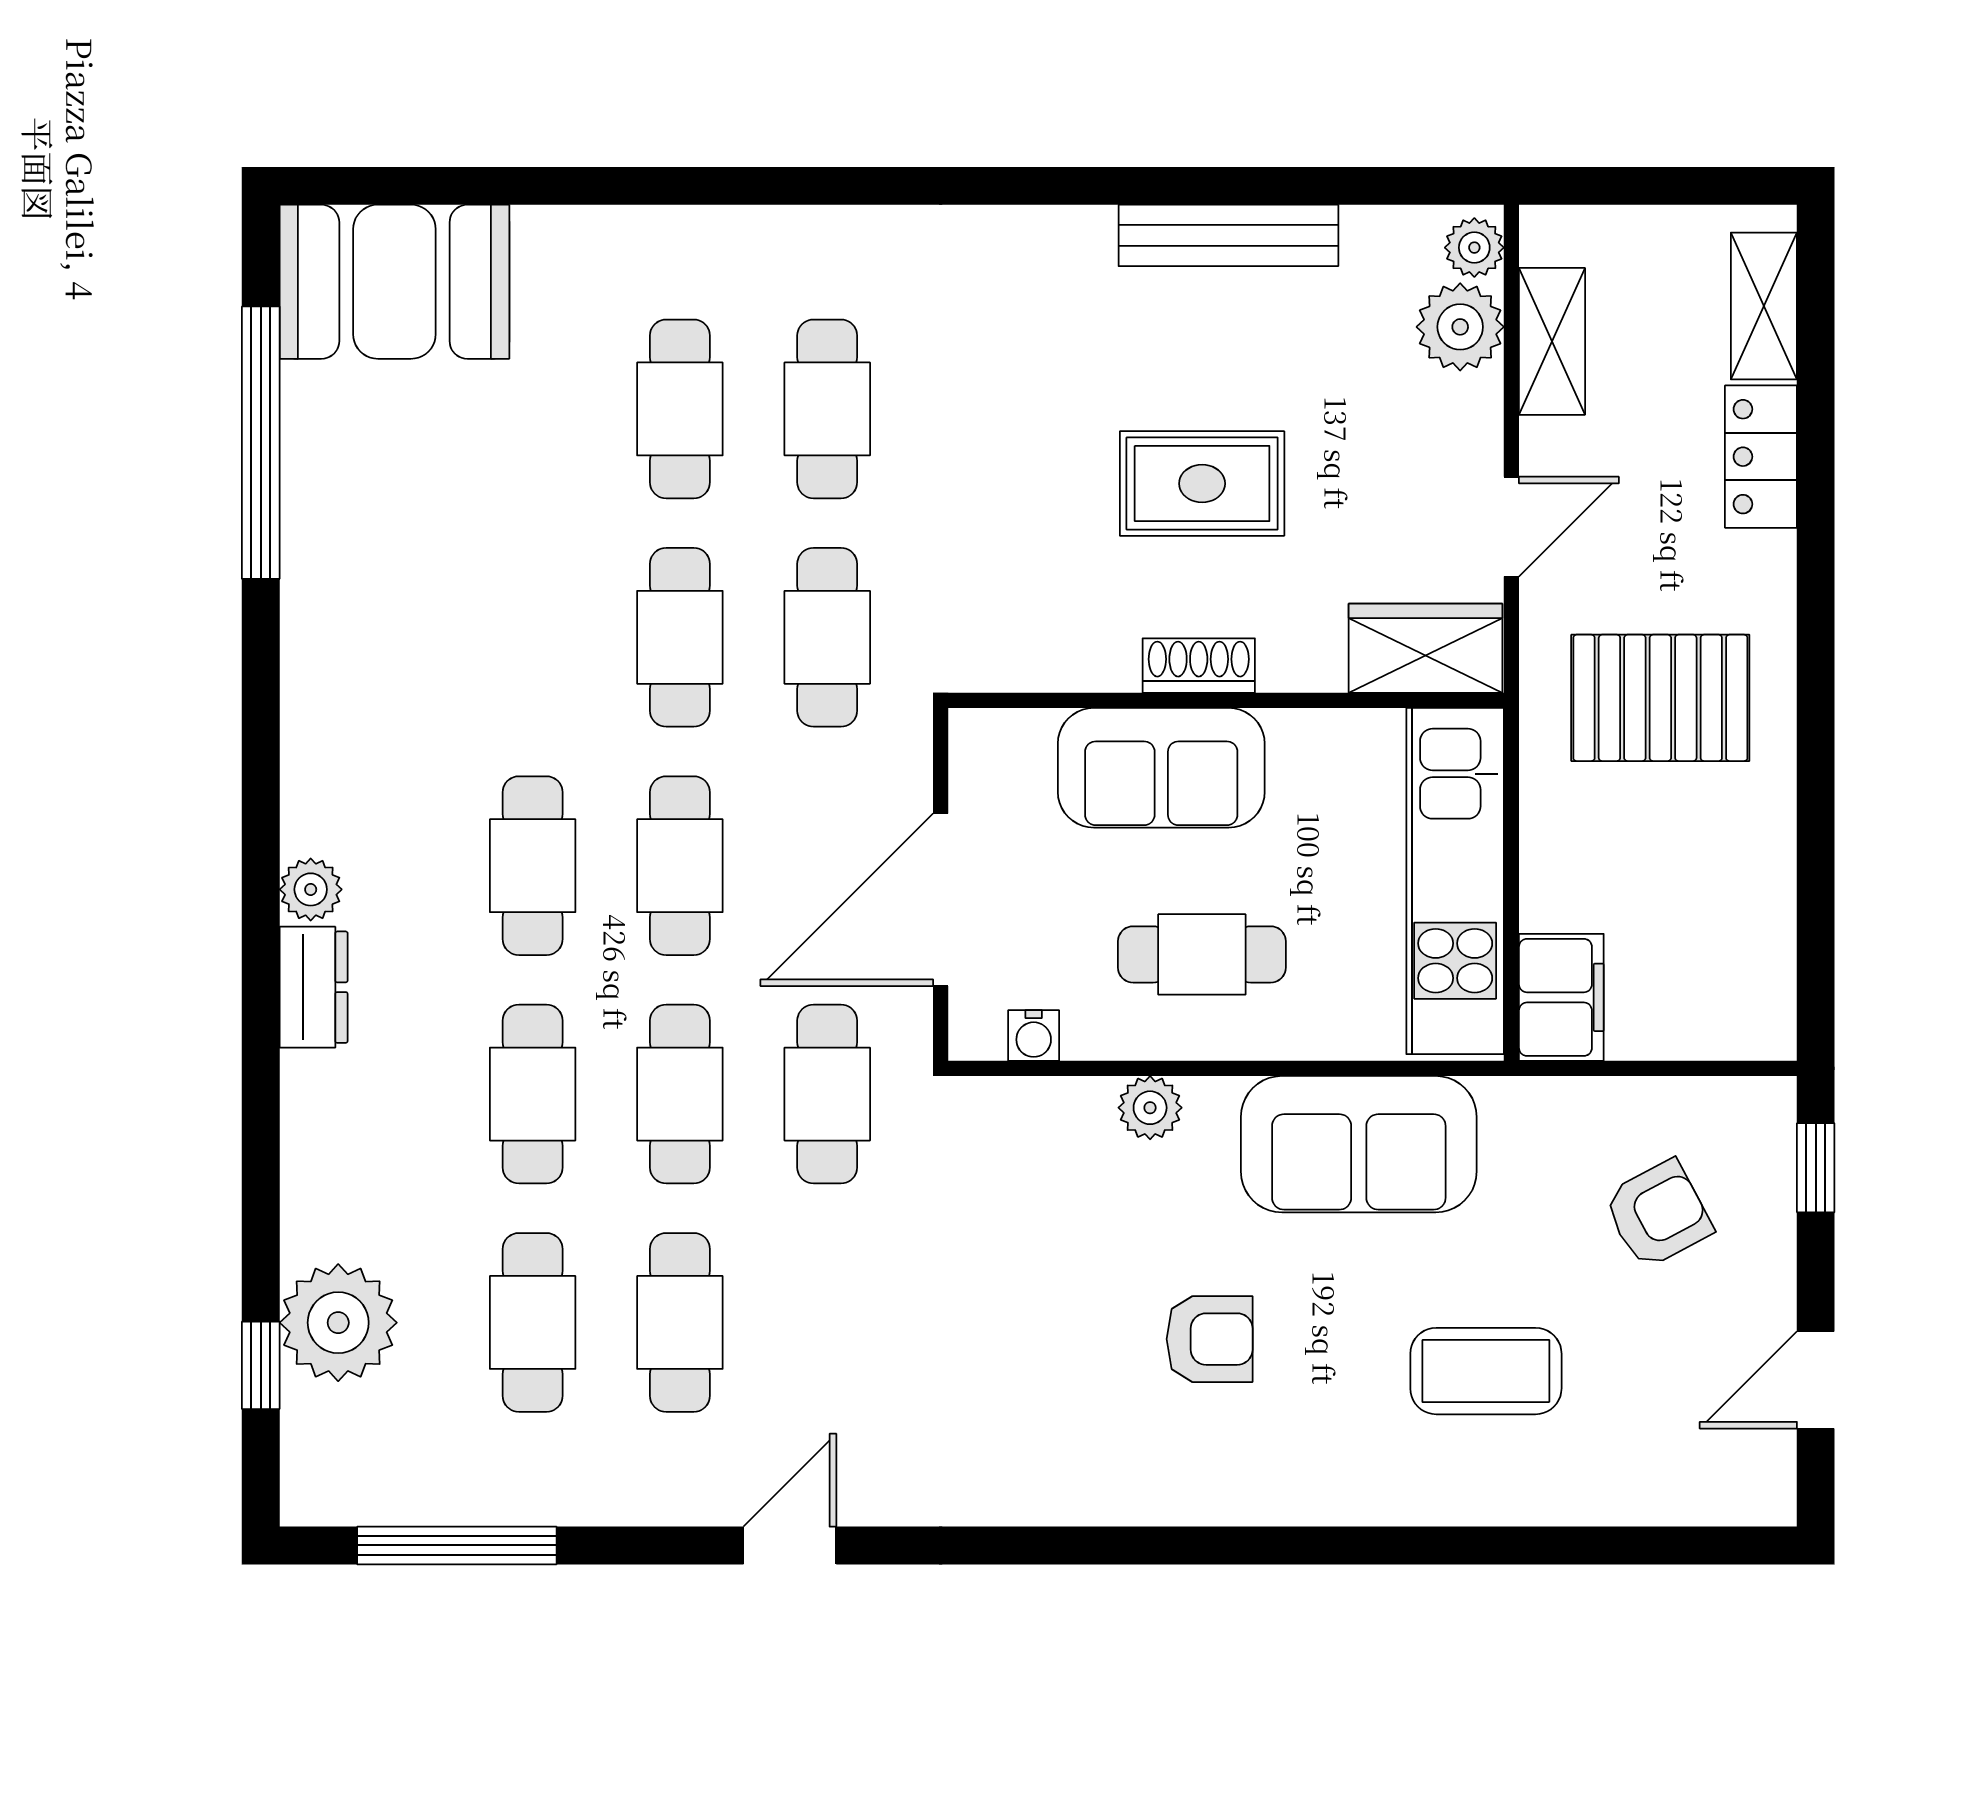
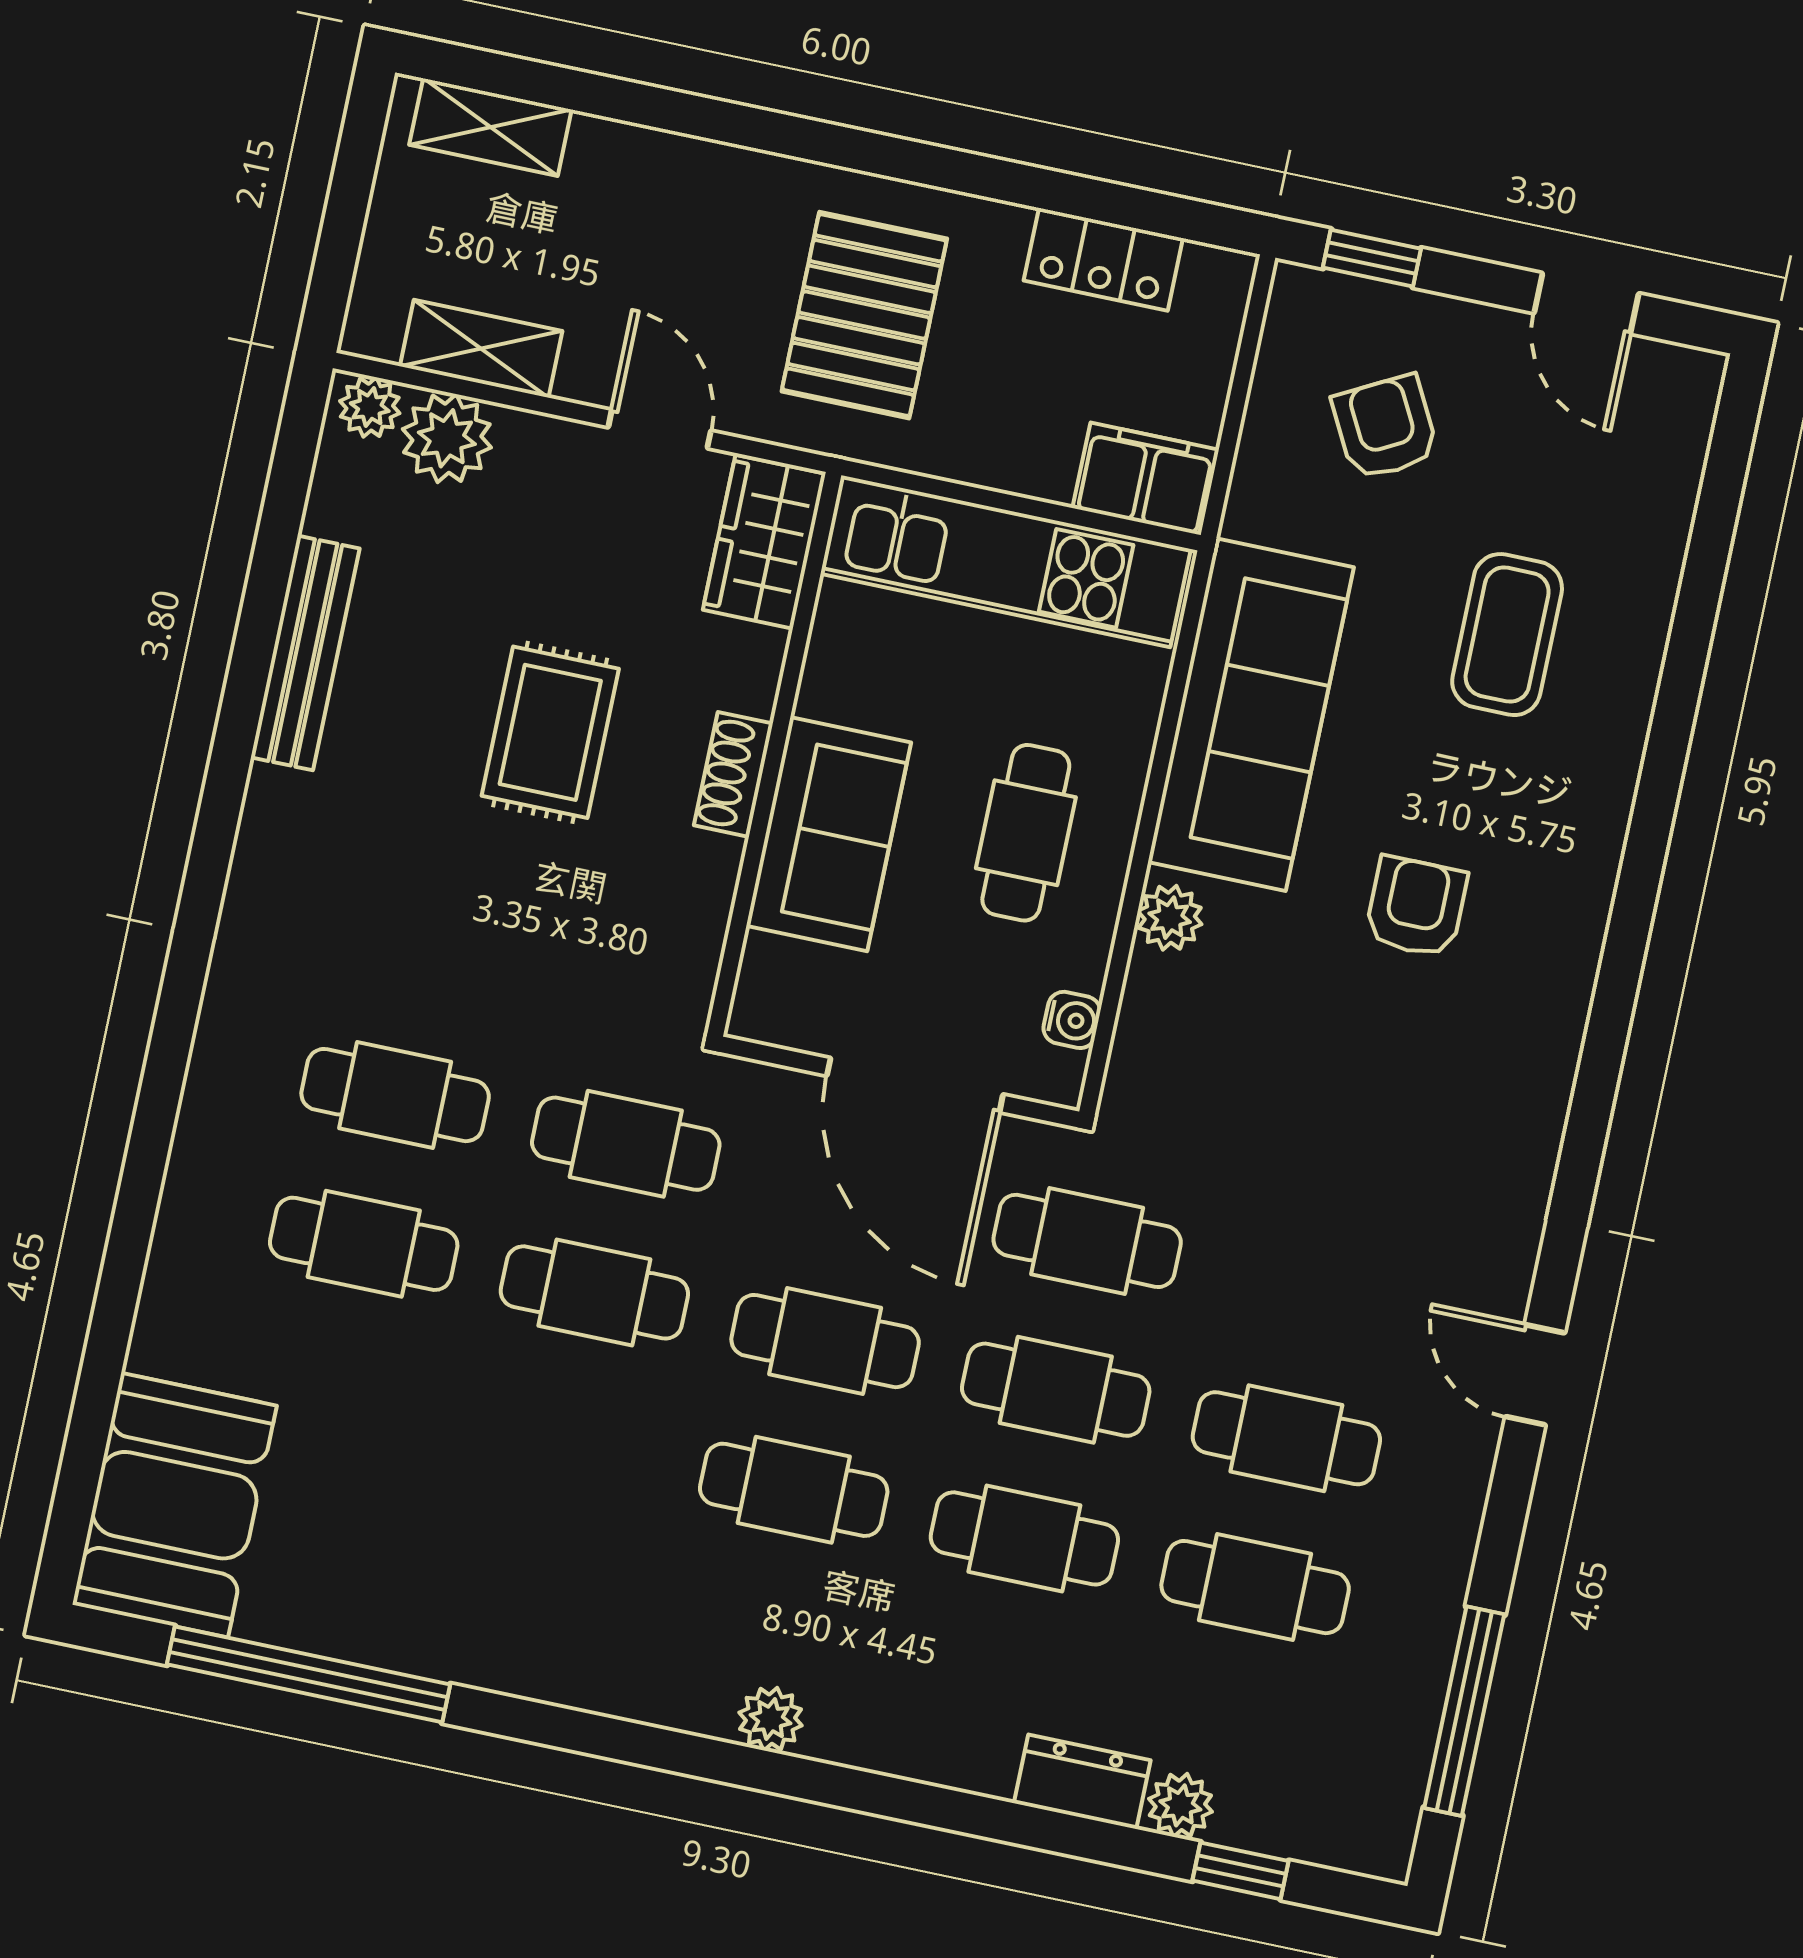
locker: (1761, 457) -> (1103, 259), moved
dresser: (314, 987) -> (1082, 1782), moved
sofa: (1359, 1144) -> (1251, 715), width x1.36
plant: (338, 1323) -> (1180, 1805), width x0.53, depth x0.53

